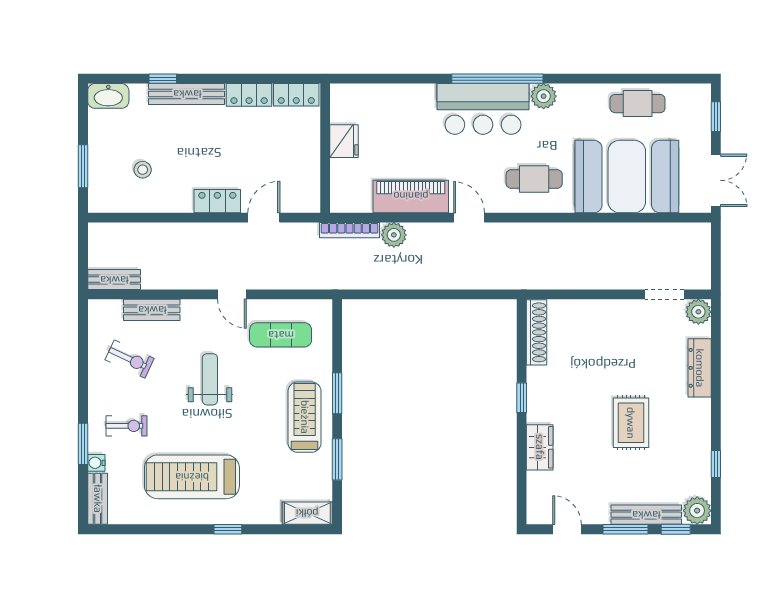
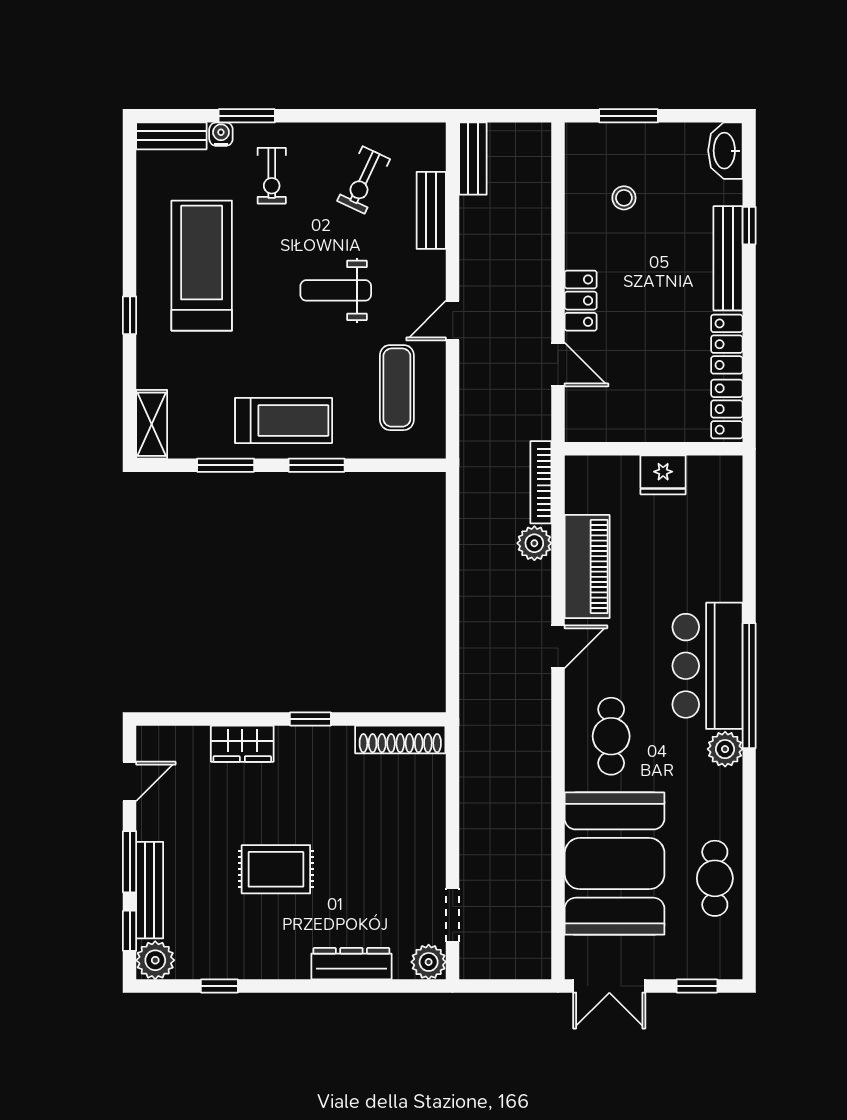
weight bench: (210, 379) -> (336, 290), turned 180

